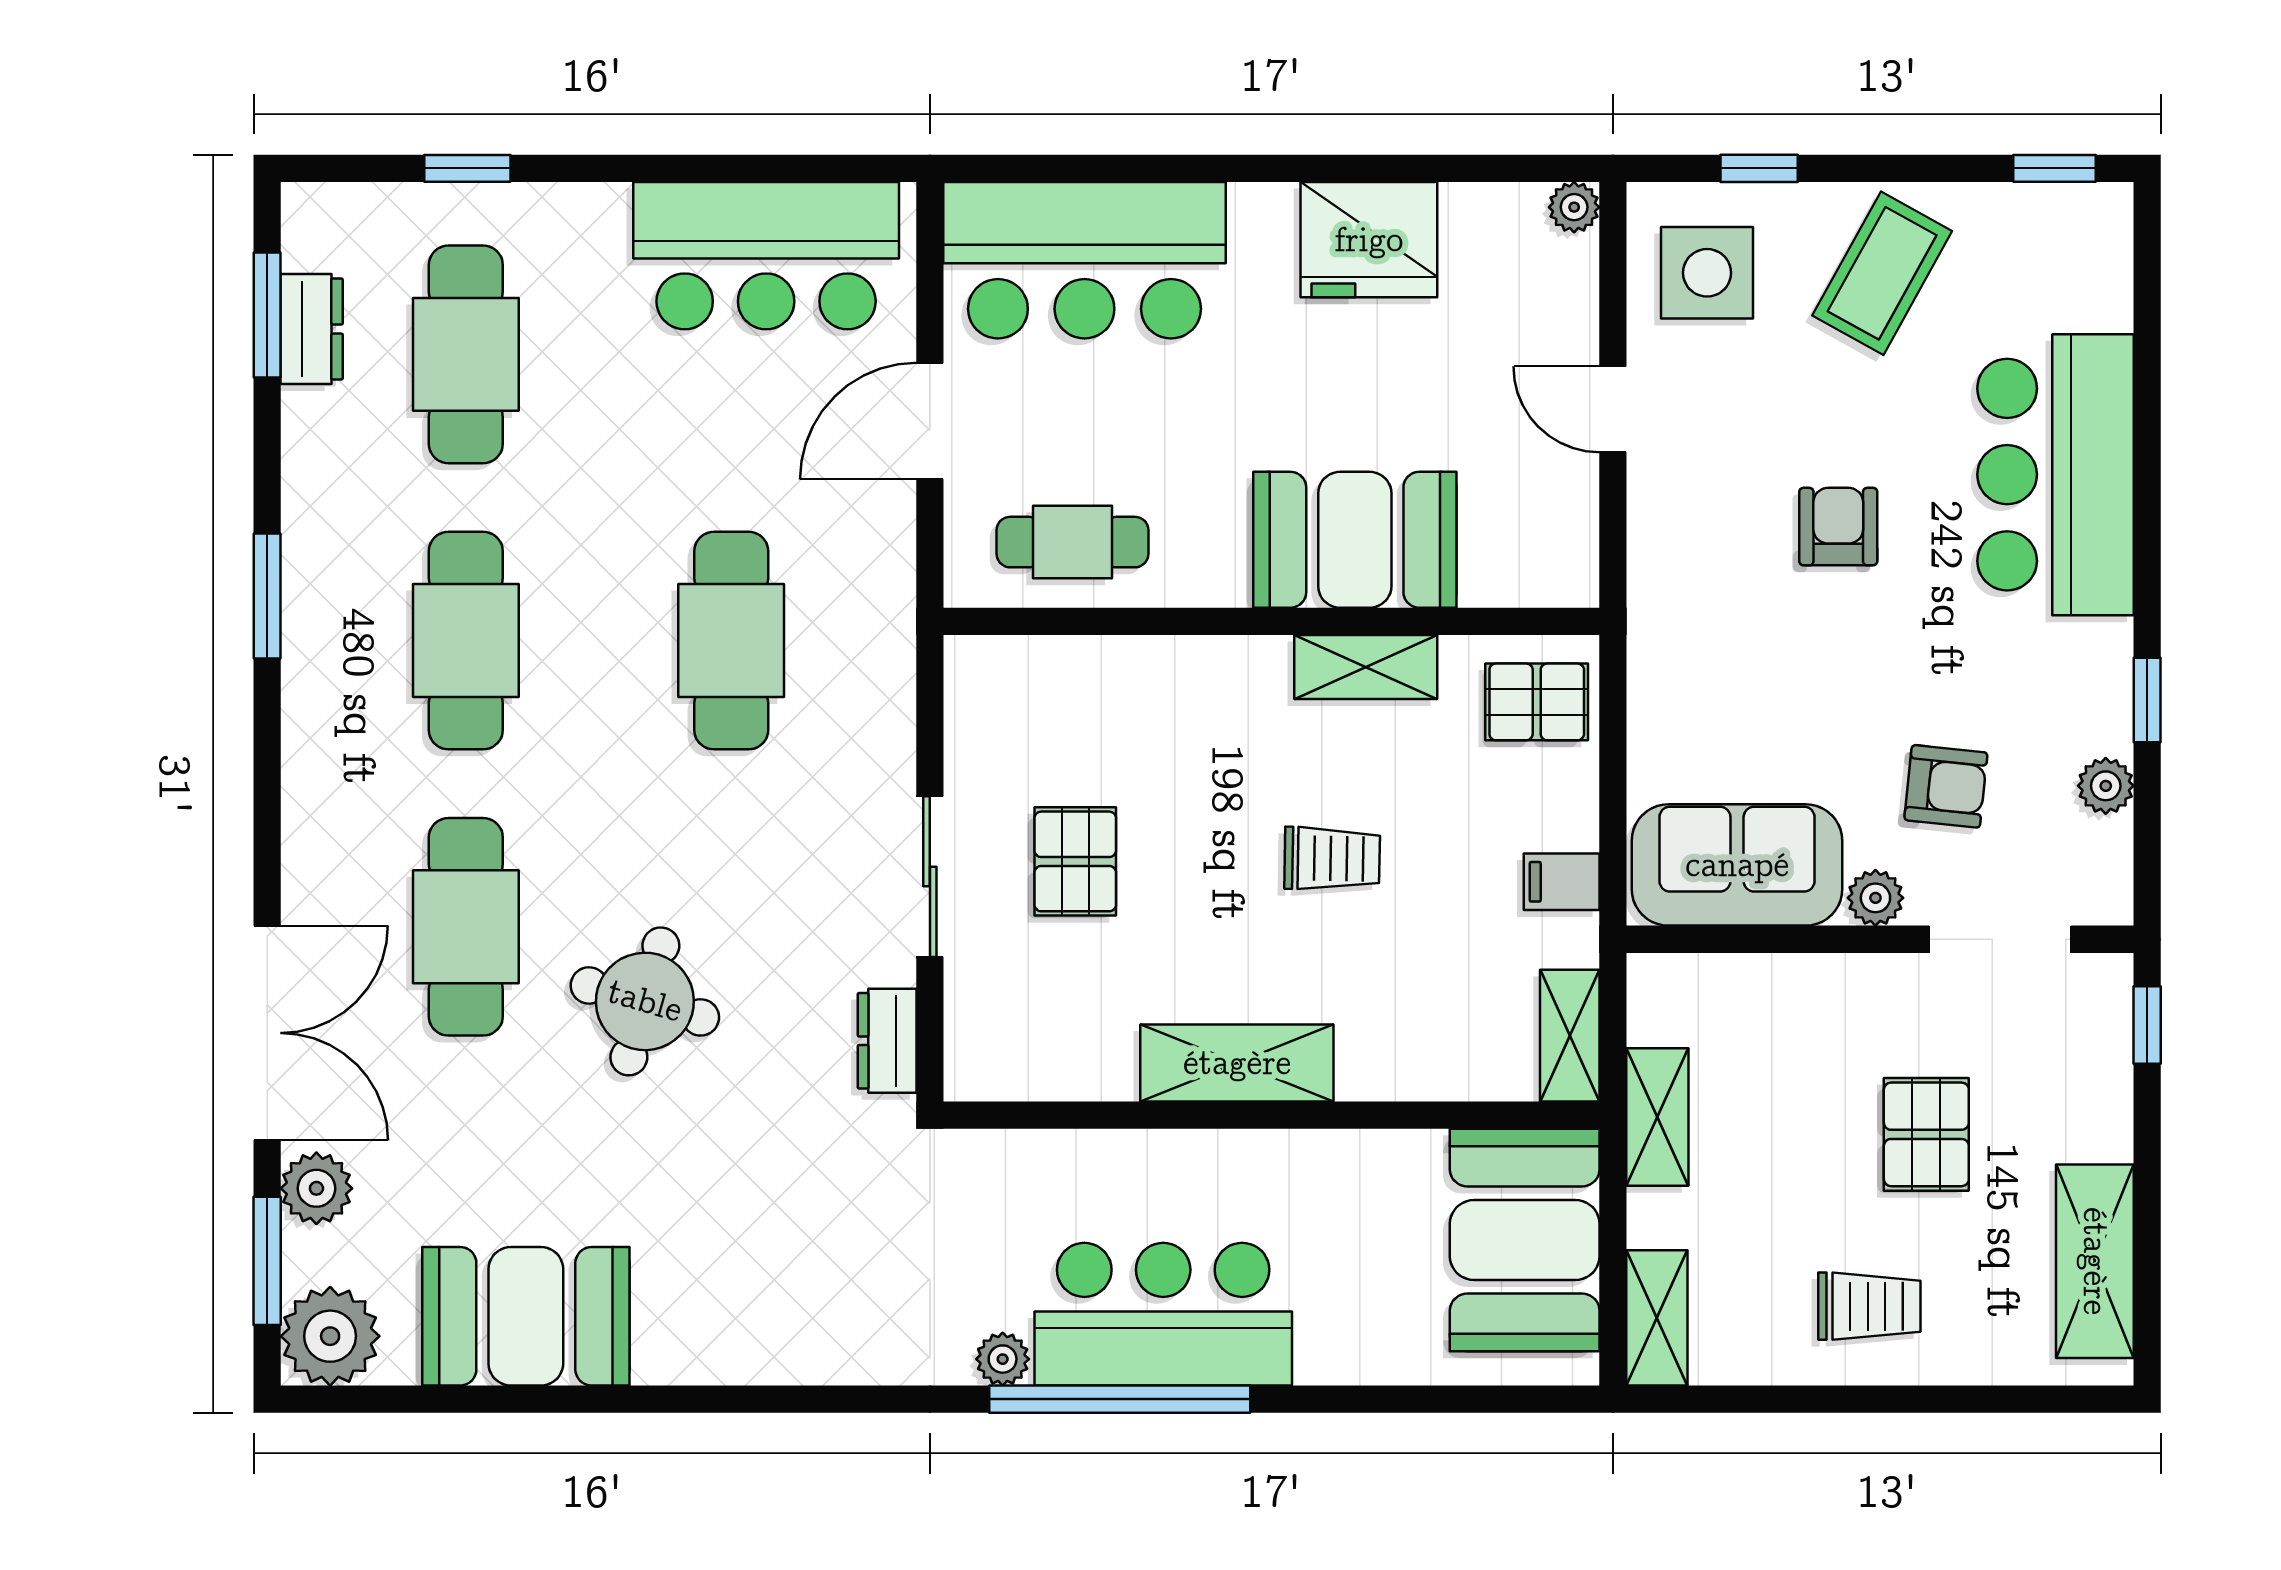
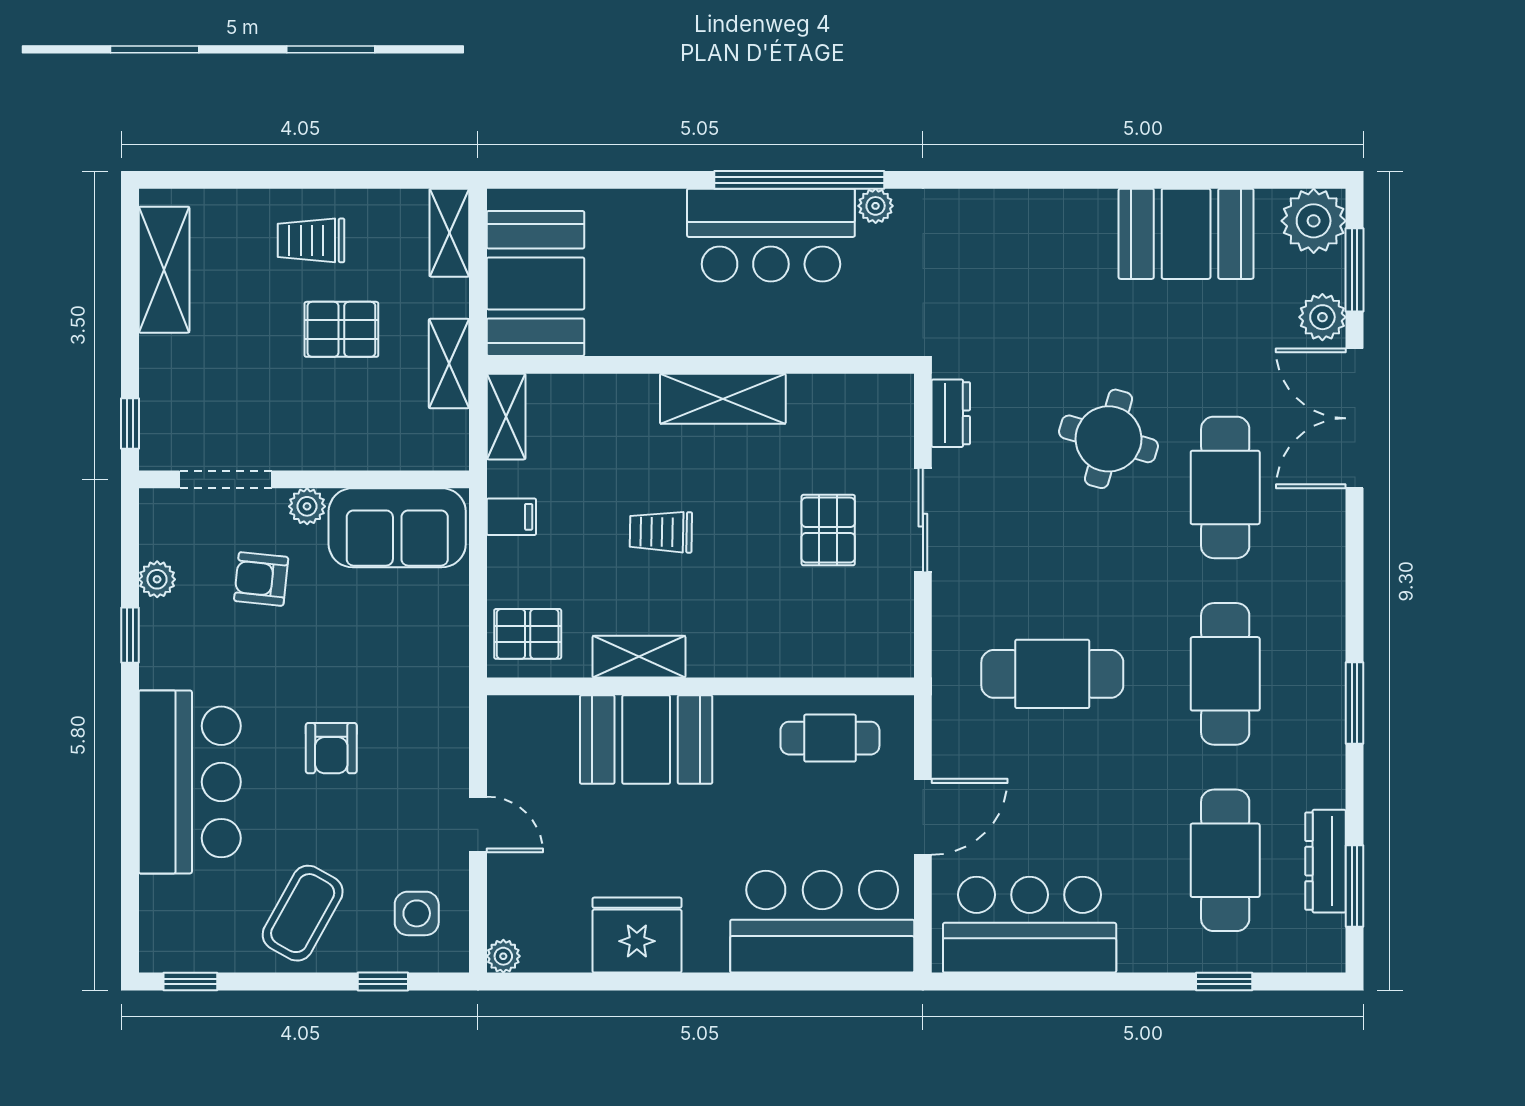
side table: (1707, 273) -> (417, 913), width x0.73, depth x0.73
dresser: (312, 329) -> (1326, 861), width x1.44
cafe table: (731, 641) -> (1052, 674), turned 90
pallet: (1926, 1134) -> (341, 329), moved, turned 90

